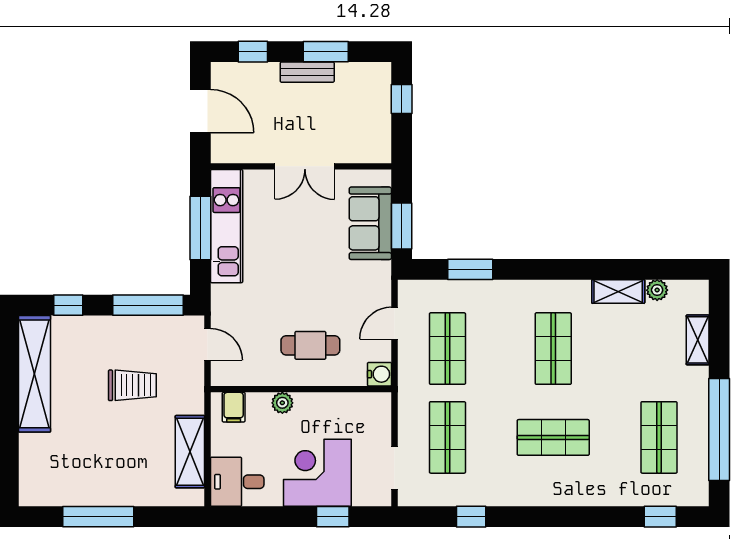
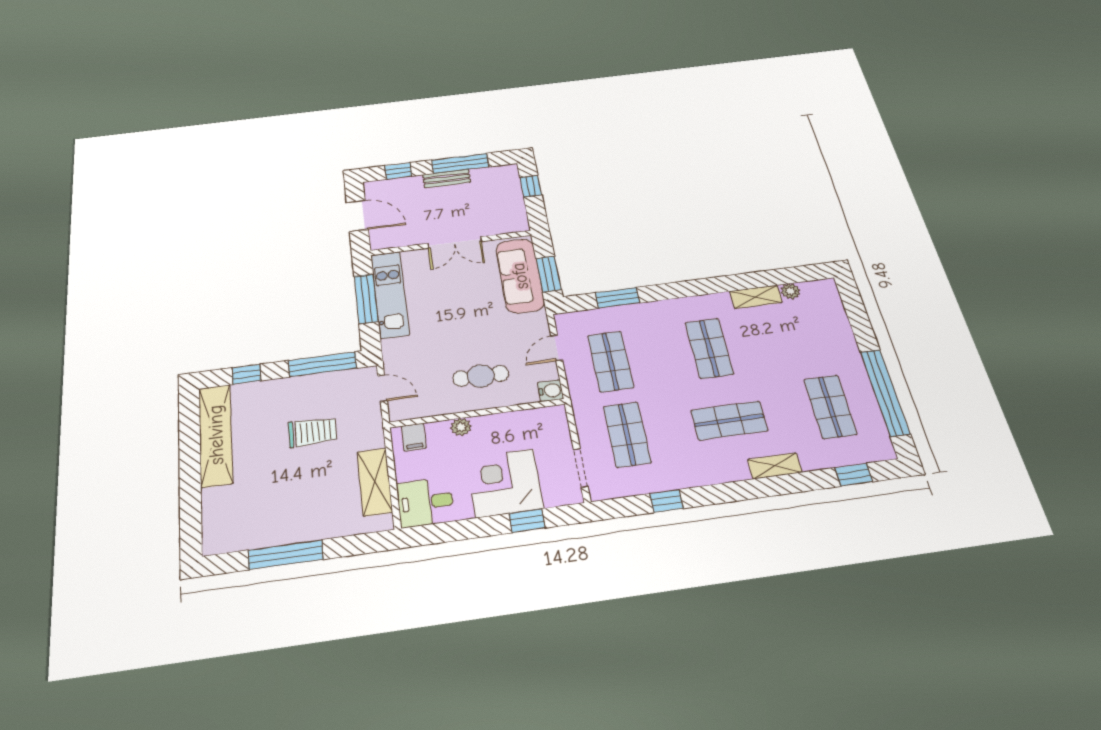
window: (326, 52) -> (460, 163), width x1.44
sofa: (370, 223) -> (520, 276), width x1.36
shelving: (698, 340) -> (775, 466), moved, turned 90

